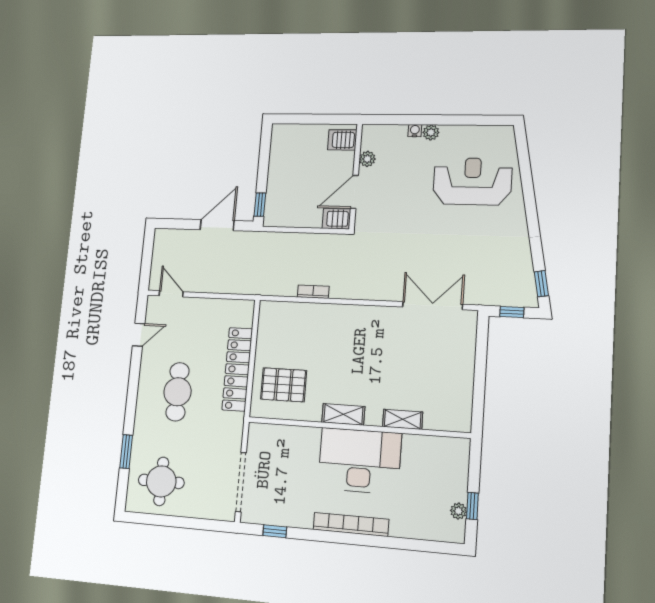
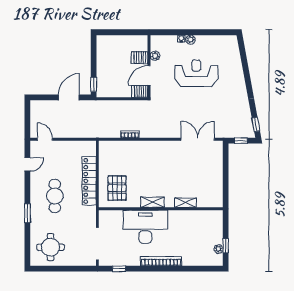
server rack: (342, 140) -> (139, 58), moved
reception desk: (472, 181) -> (196, 73), moved
pallet: (284, 385) -> (117, 188), turned 90
window: (126, 452) -> (27, 213), moved
desk: (359, 461) -> (145, 227), moved

